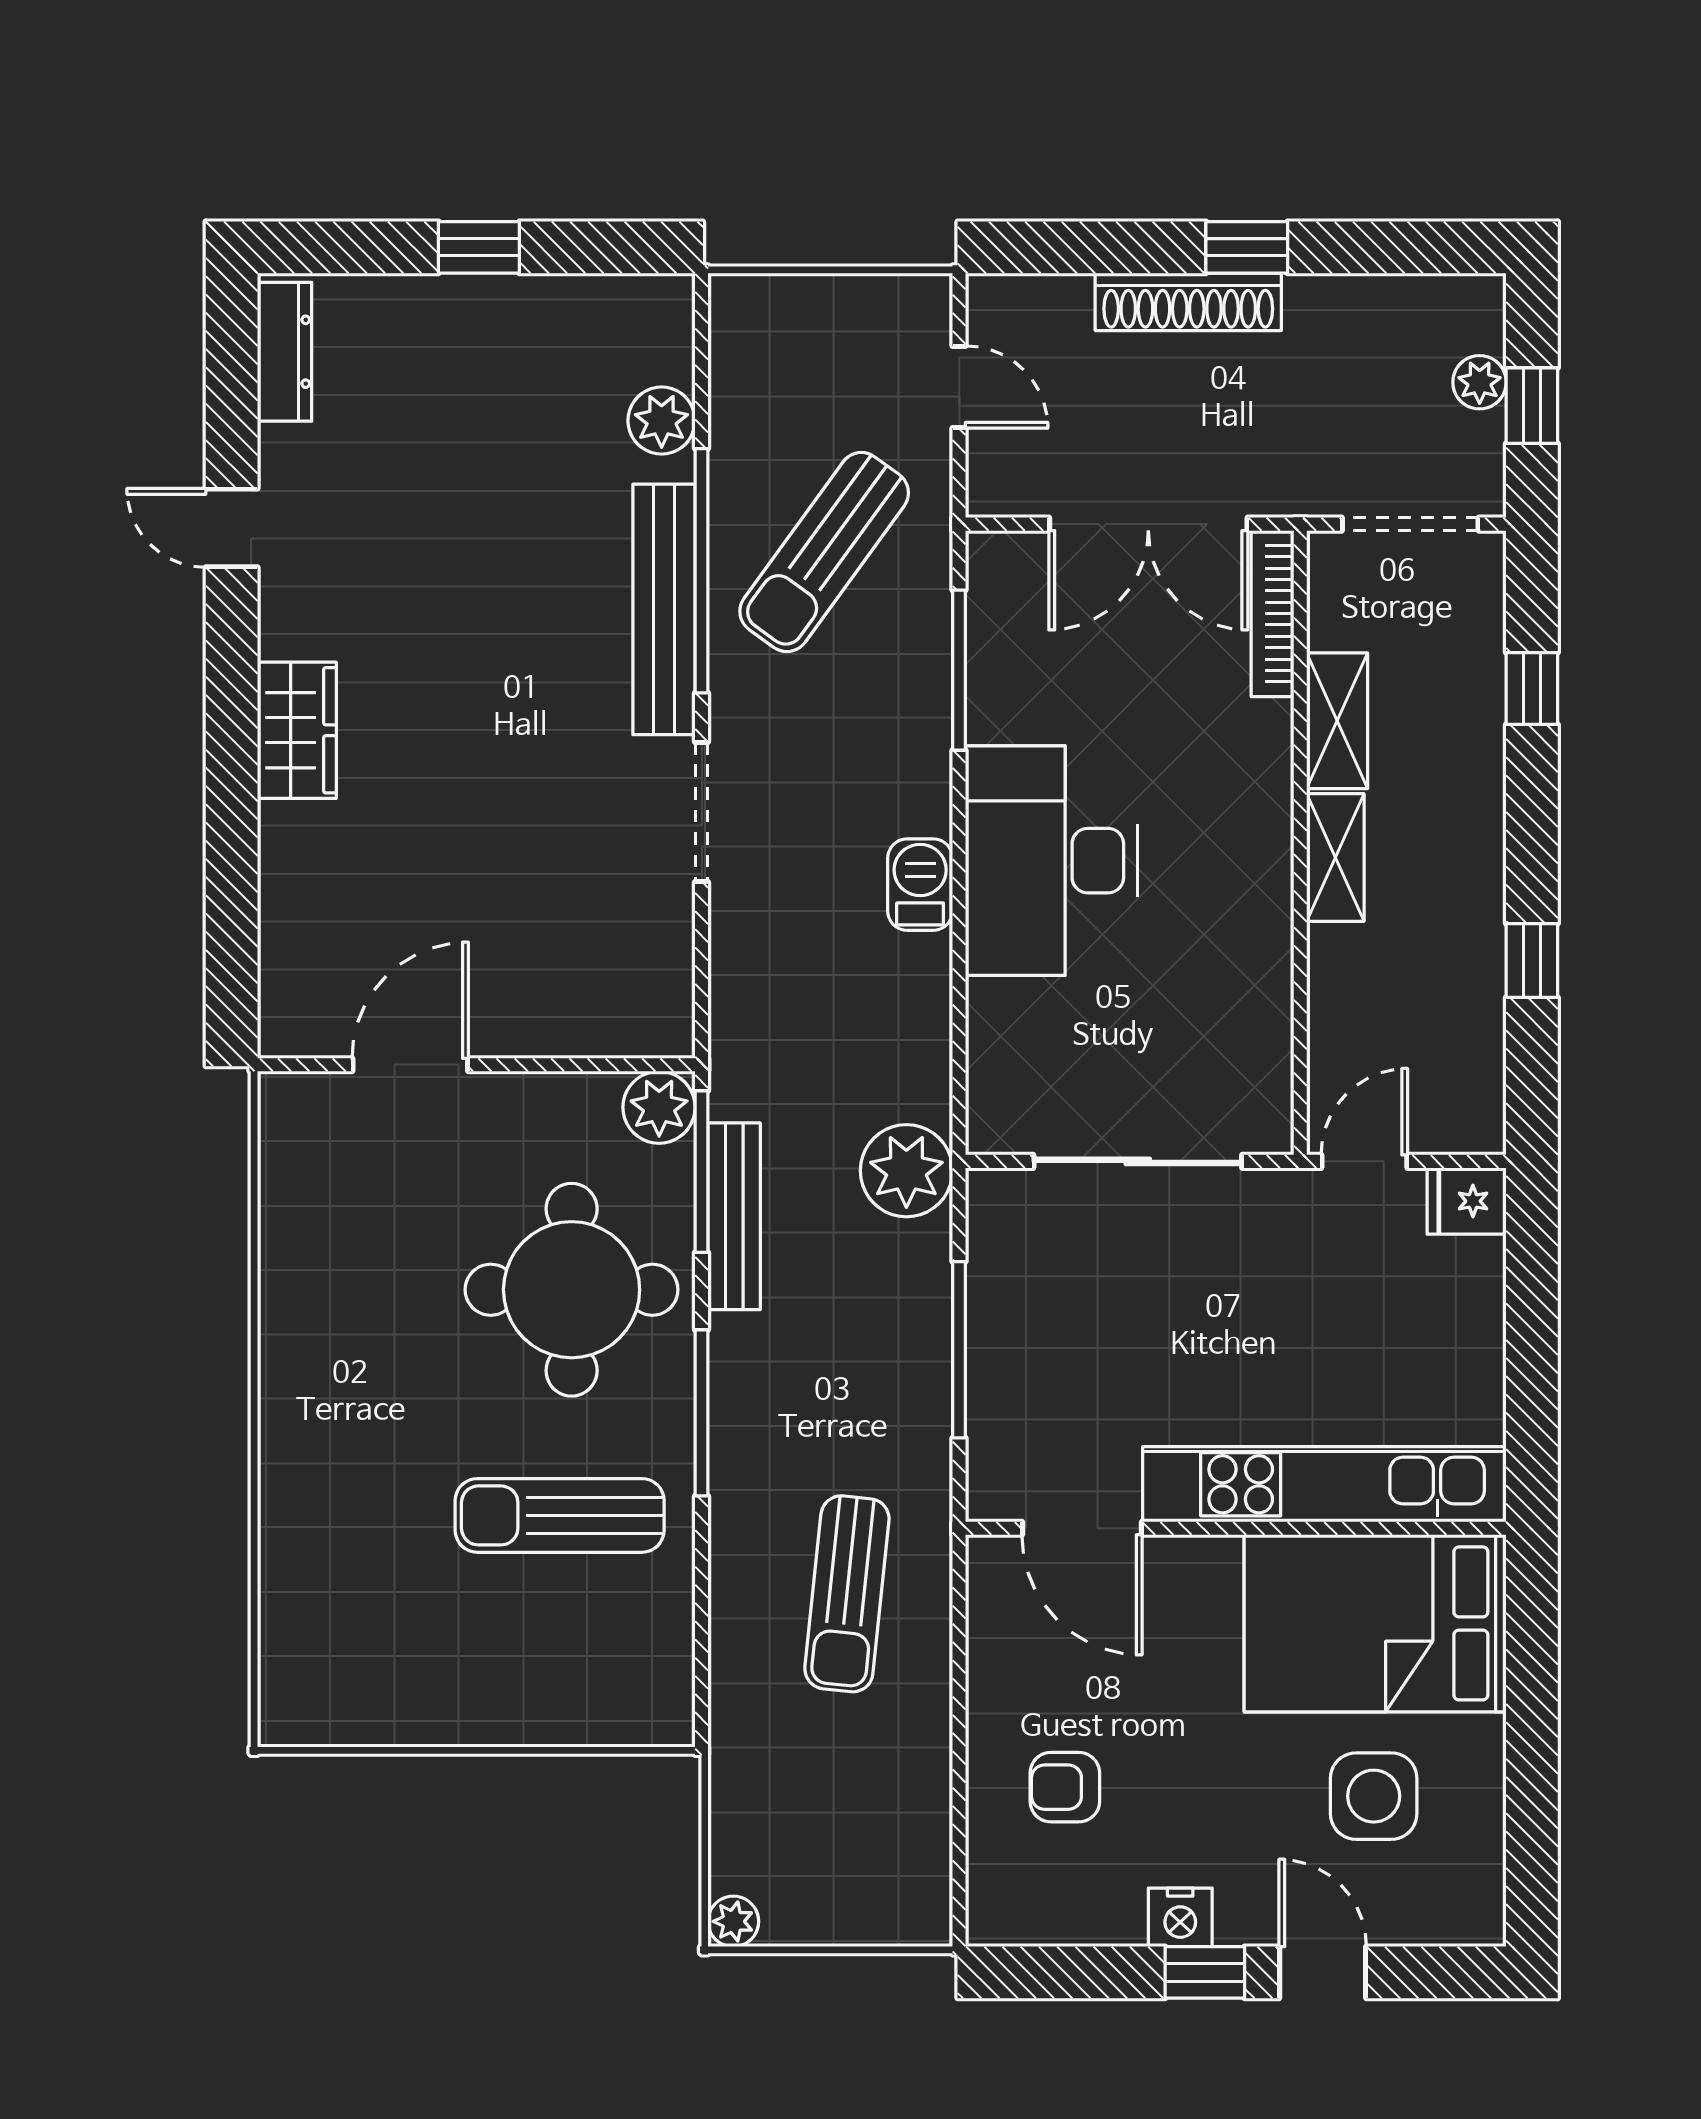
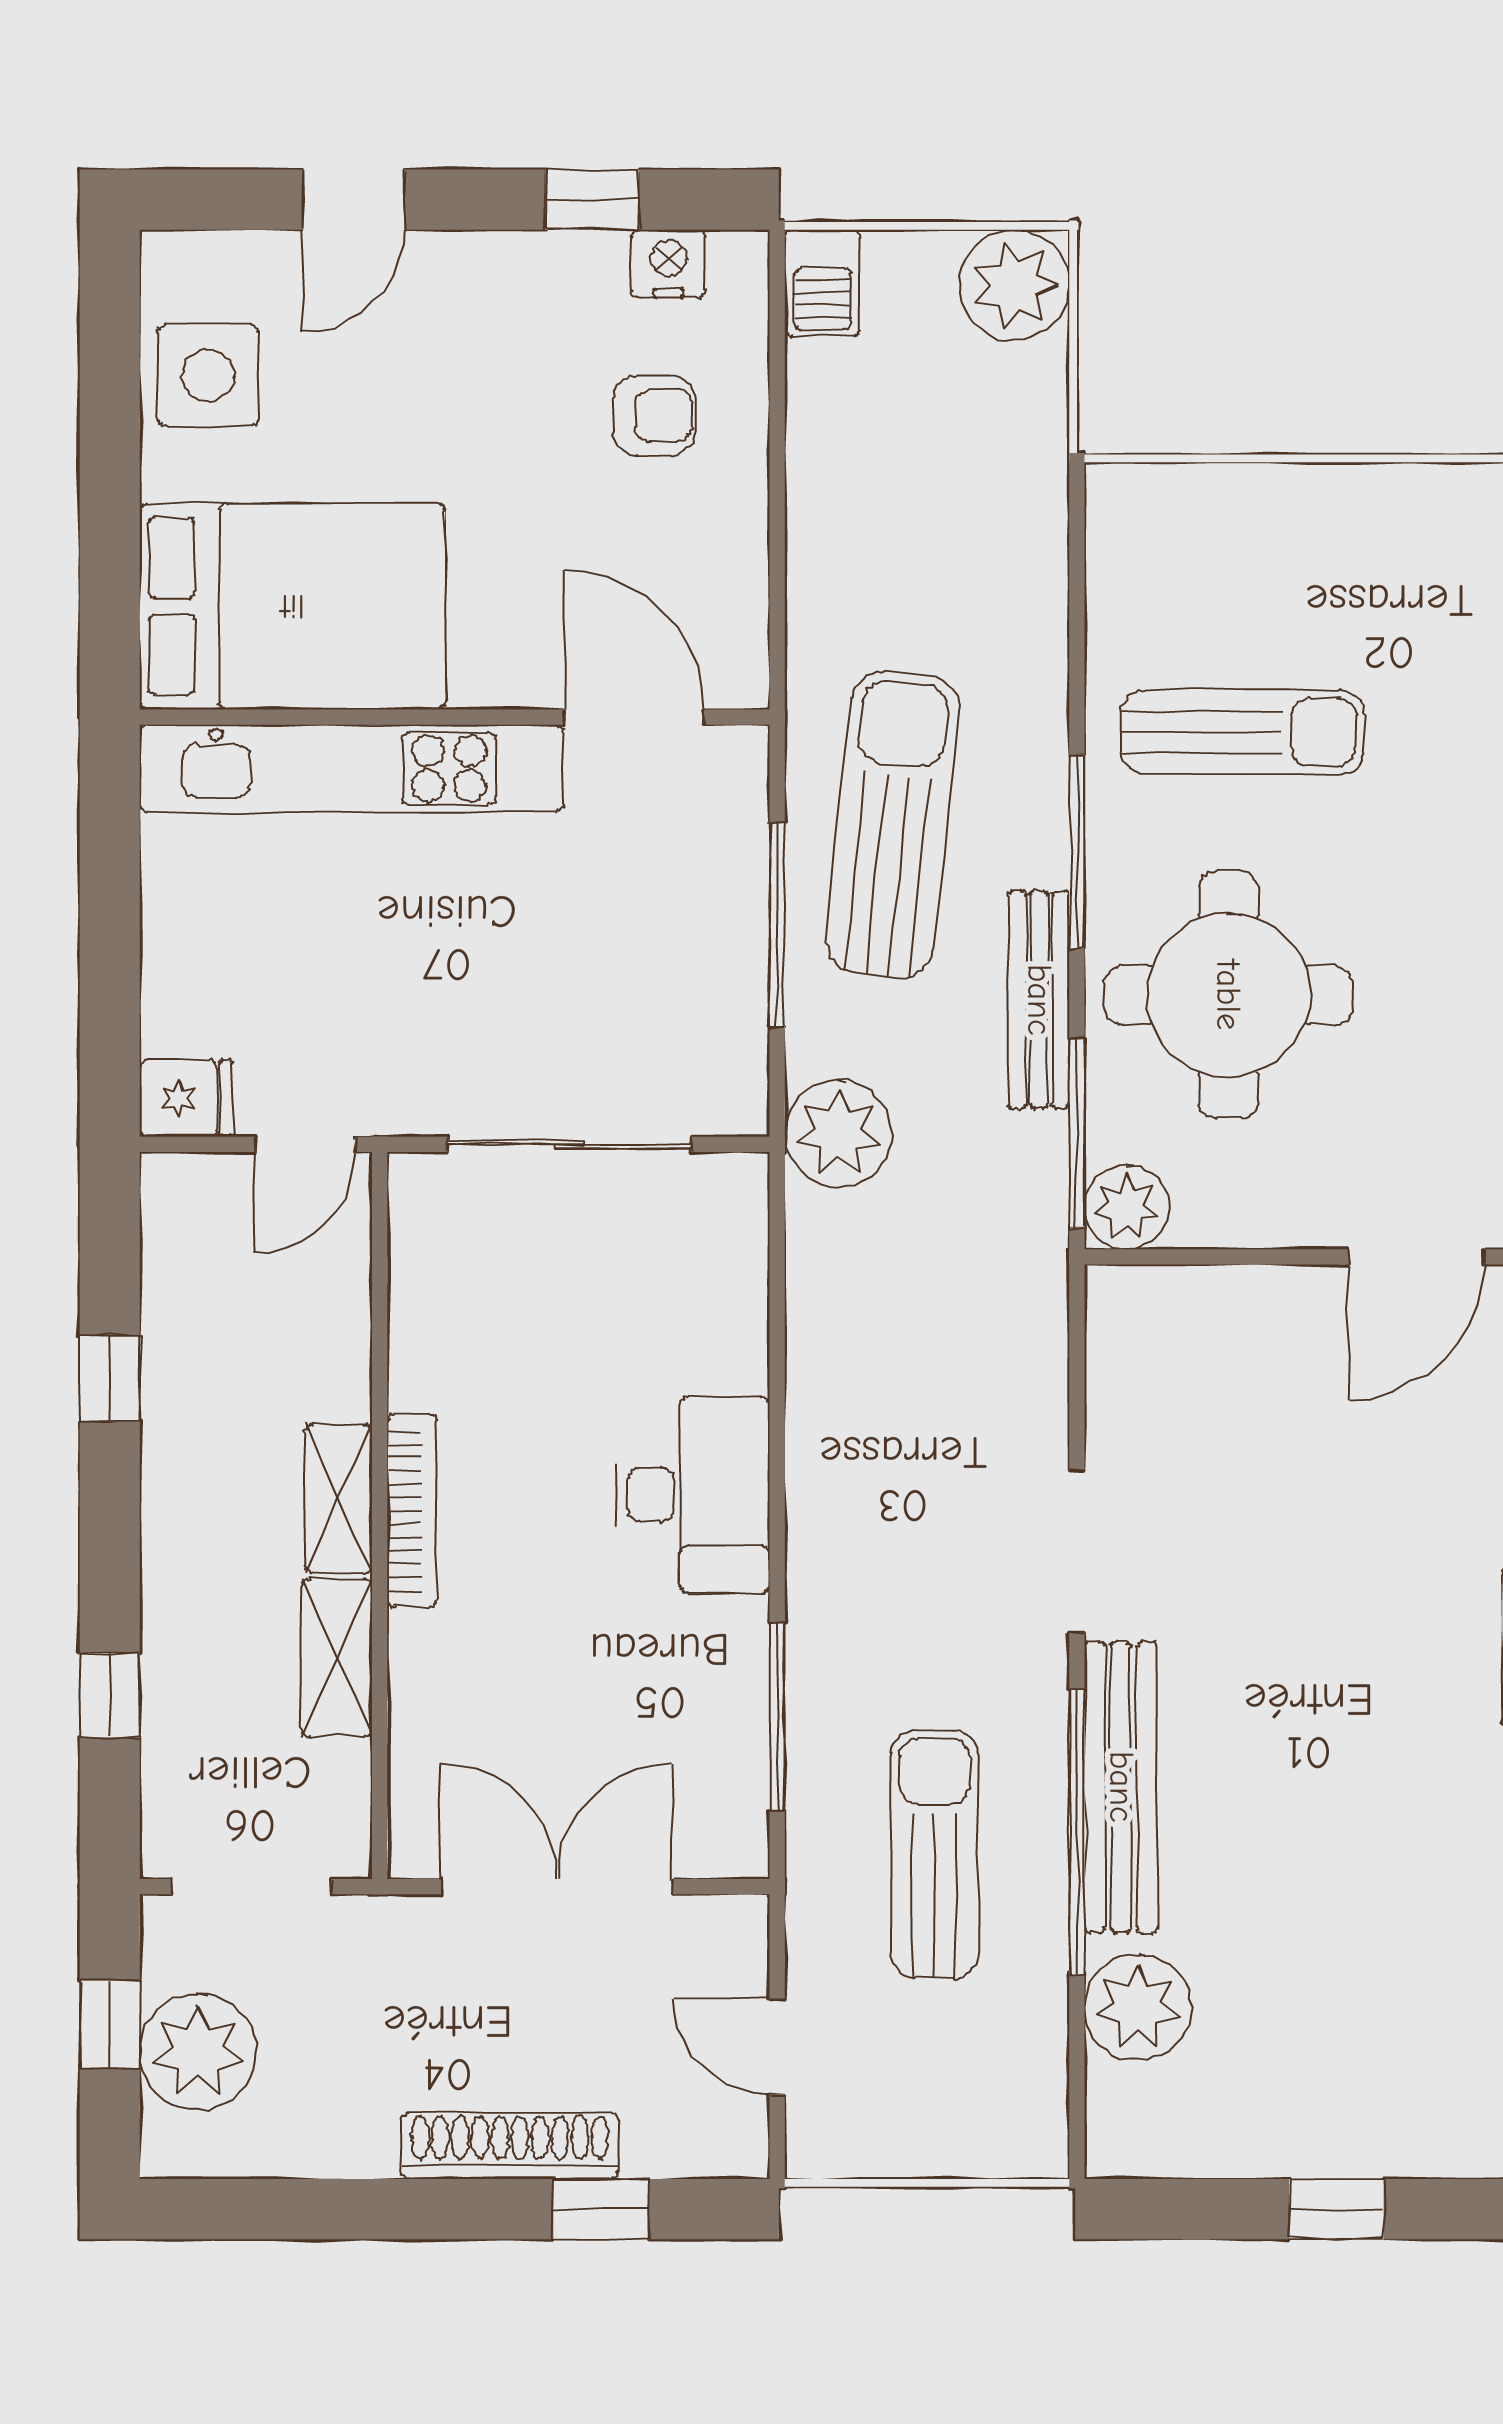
window: (1247, 247) -> (601, 2209), moved
plant: (1480, 382) -> (198, 2052), width x1.87, depth x1.87
plant: (662, 421) -> (1138, 2007), width x1.36, depth x1.36
sun lounger: (824, 552) -> (934, 1854), turned -36
bookcase: (1273, 614) -> (412, 1511), moved
desk: (1051, 861) -> (693, 1495), width x0.73, depth x0.77
barbecue: (920, 885) -> (822, 283), moved
bench: (734, 1216) -> (1039, 1000), moved
sun lounger: (847, 1594) -> (893, 825), moved, width x1.36, depth x1.34
side table: (1374, 1796) -> (208, 375), moved
nightstand: (1180, 1917) -> (669, 264), moved
plant: (733, 1921) -> (1014, 285), width x1.88, depth x1.88
window: (1205, 1972) -> (592, 200), moved
door: (1323, 1972) -> (354, 200), hinge flipped

